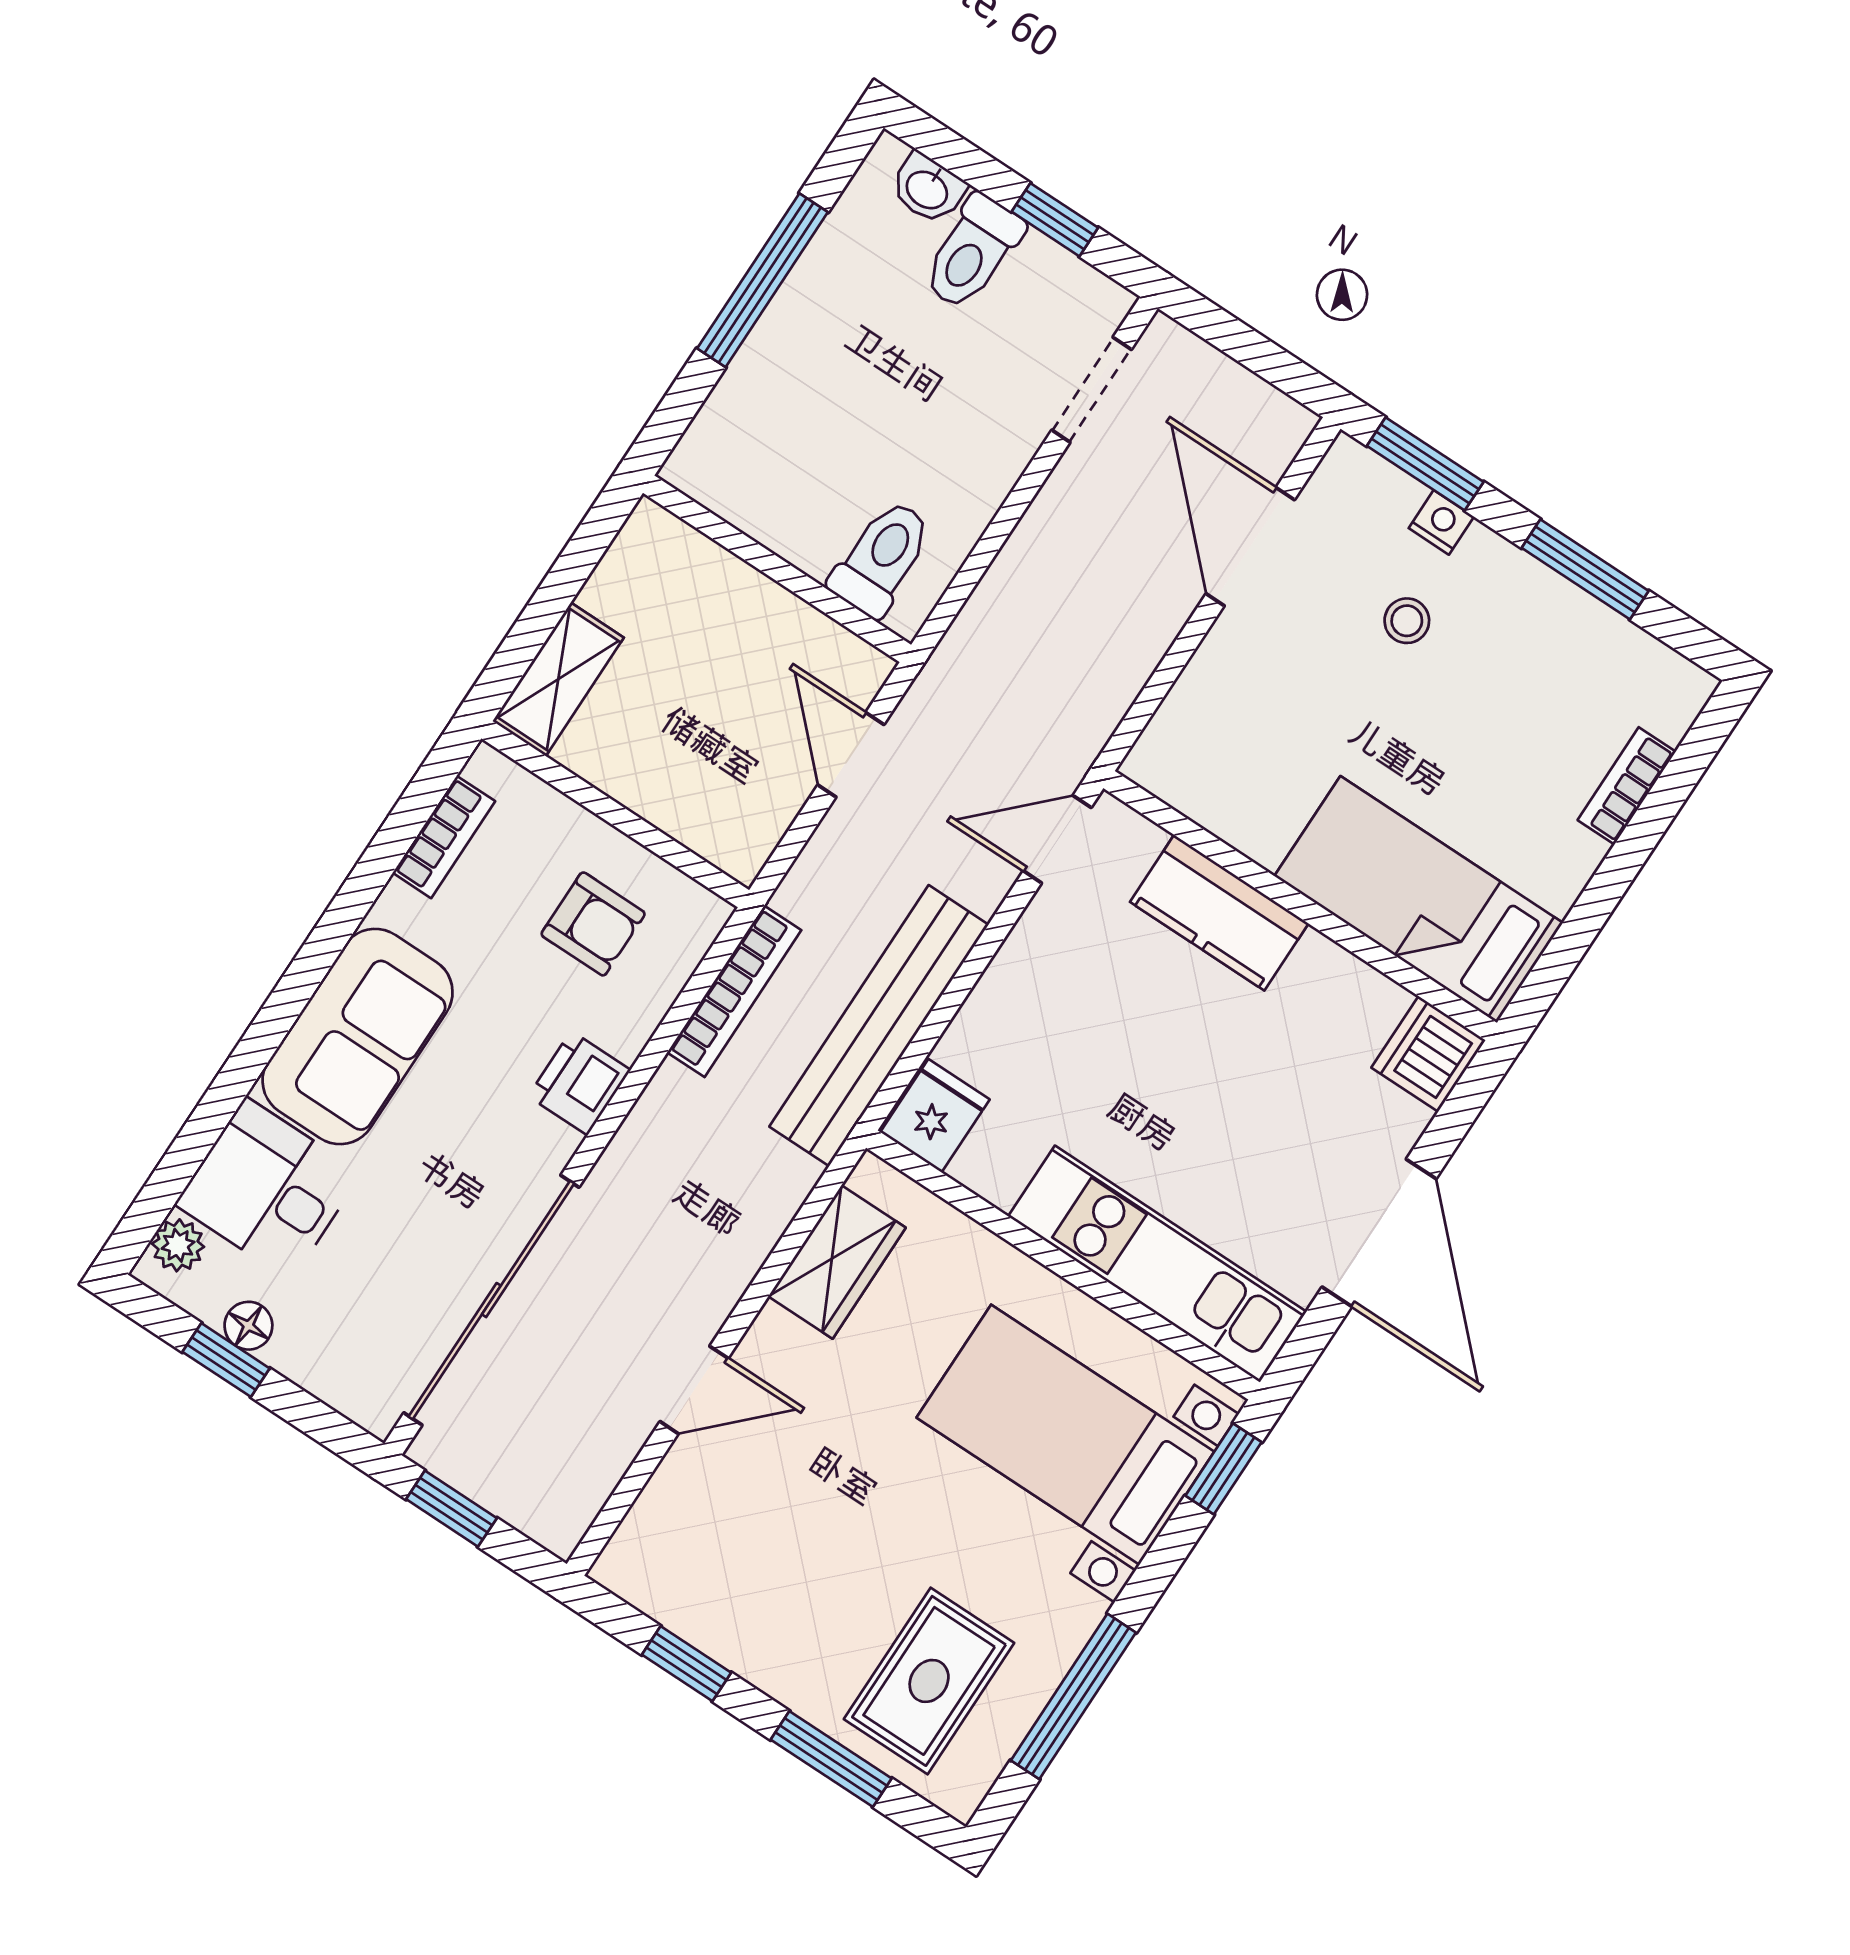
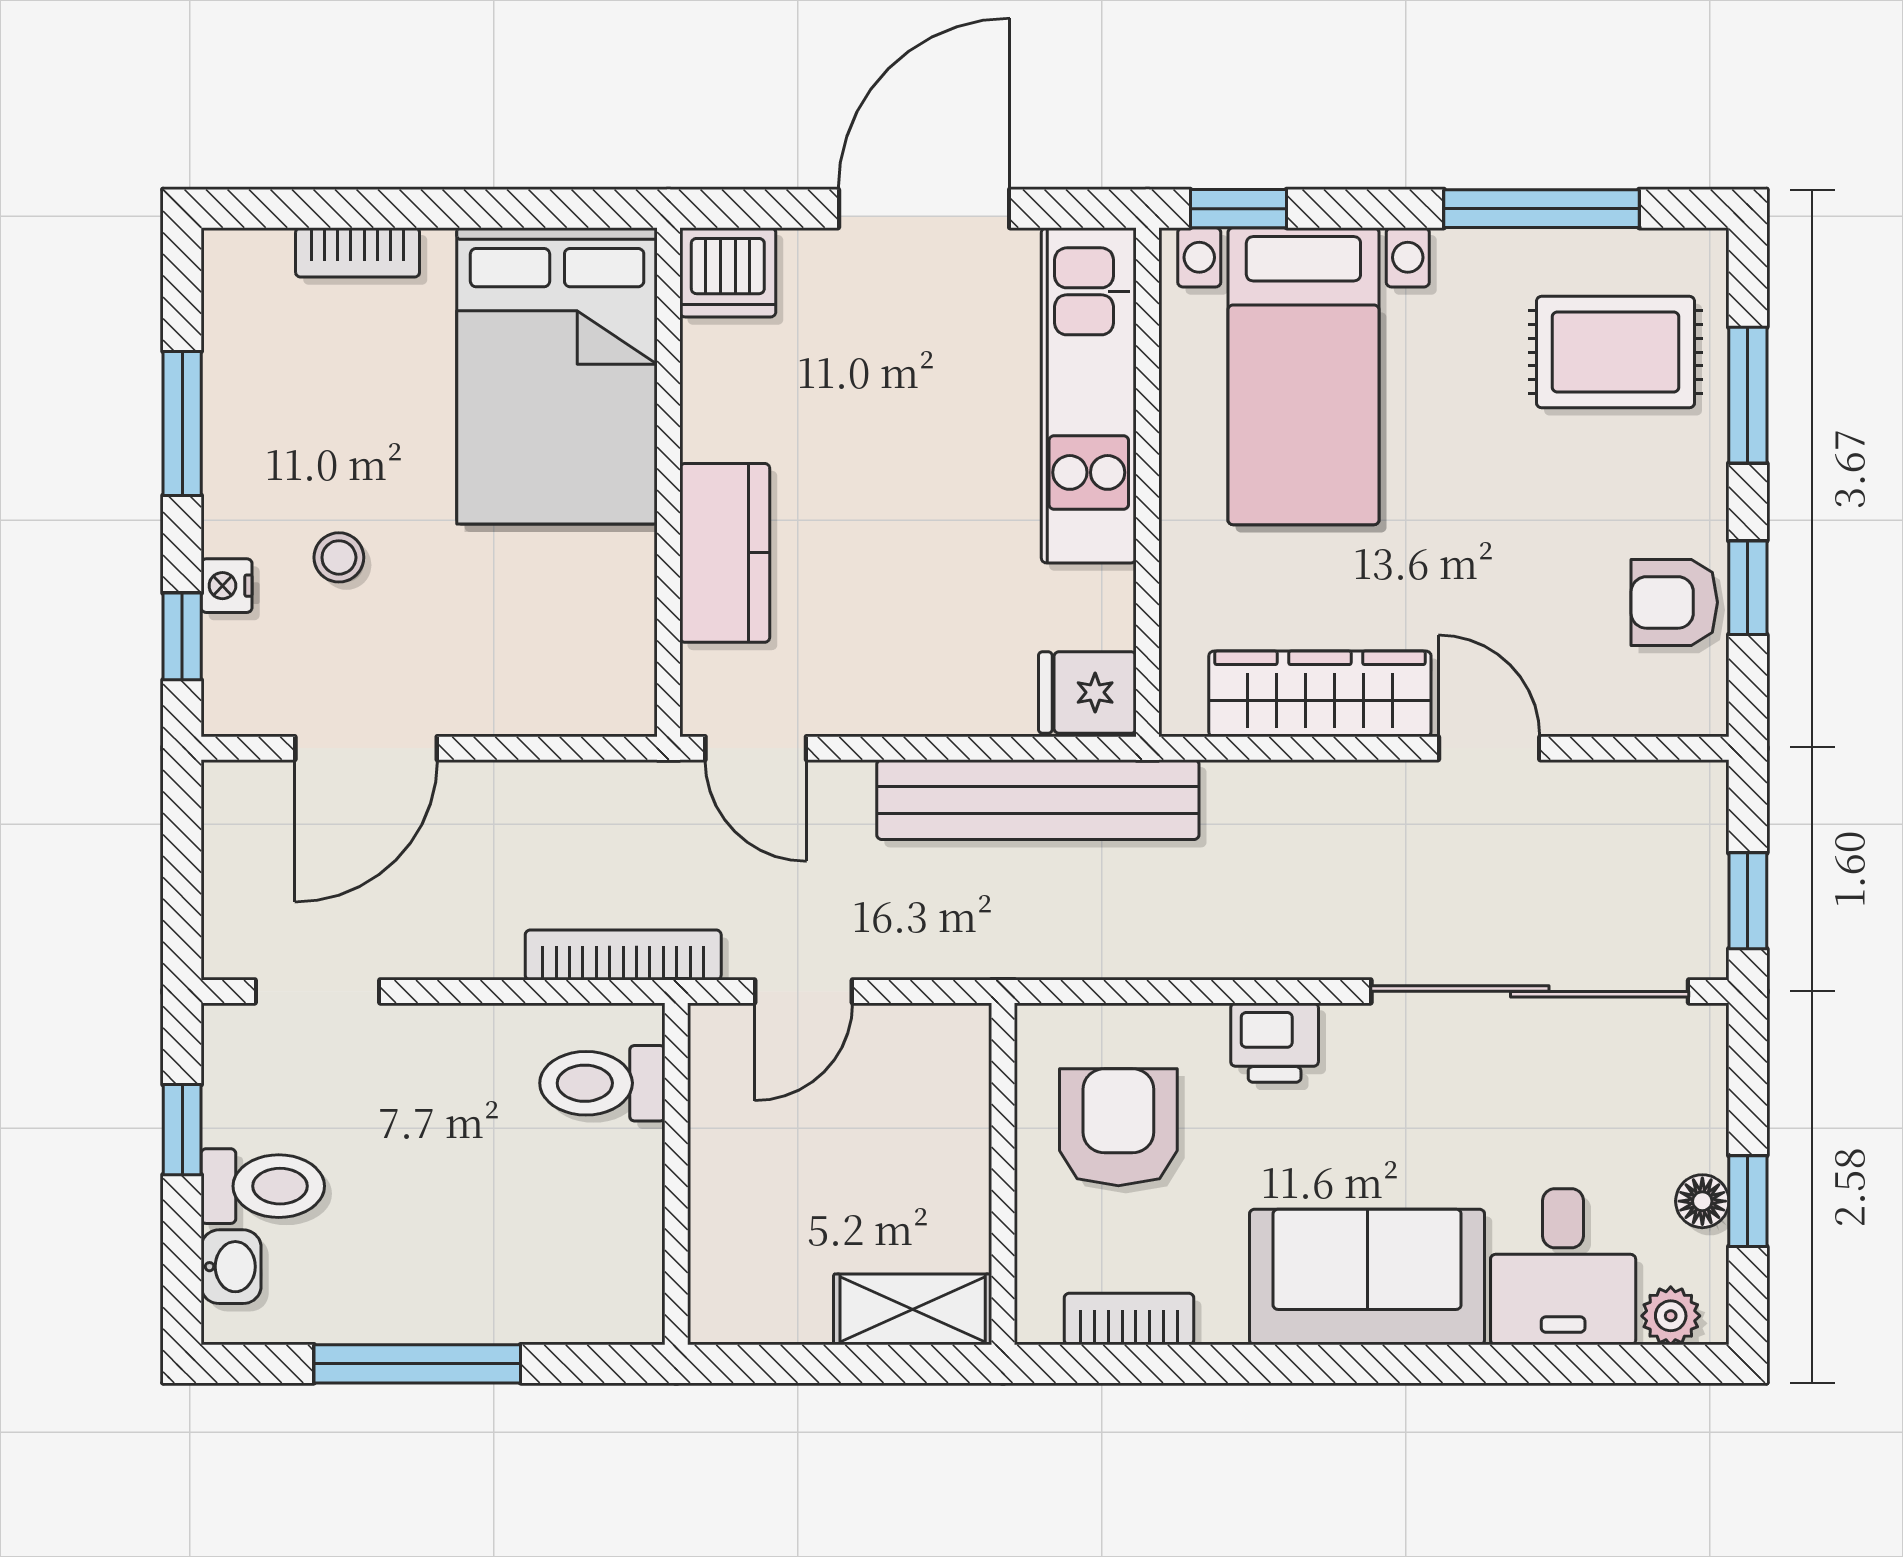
window: (1425, 464) -> (182, 636), width x0.67
bed: (1419, 899) -> (557, 376), width x1.50
armchair: (593, 924) -> (1118, 1127), width x1.38, depth x1.38
bookcase: (734, 991) -> (623, 955), moved
wardrobe: (837, 1262) -> (1320, 694), width x1.50
armchair: (712, 1601) -> (1674, 602), added

